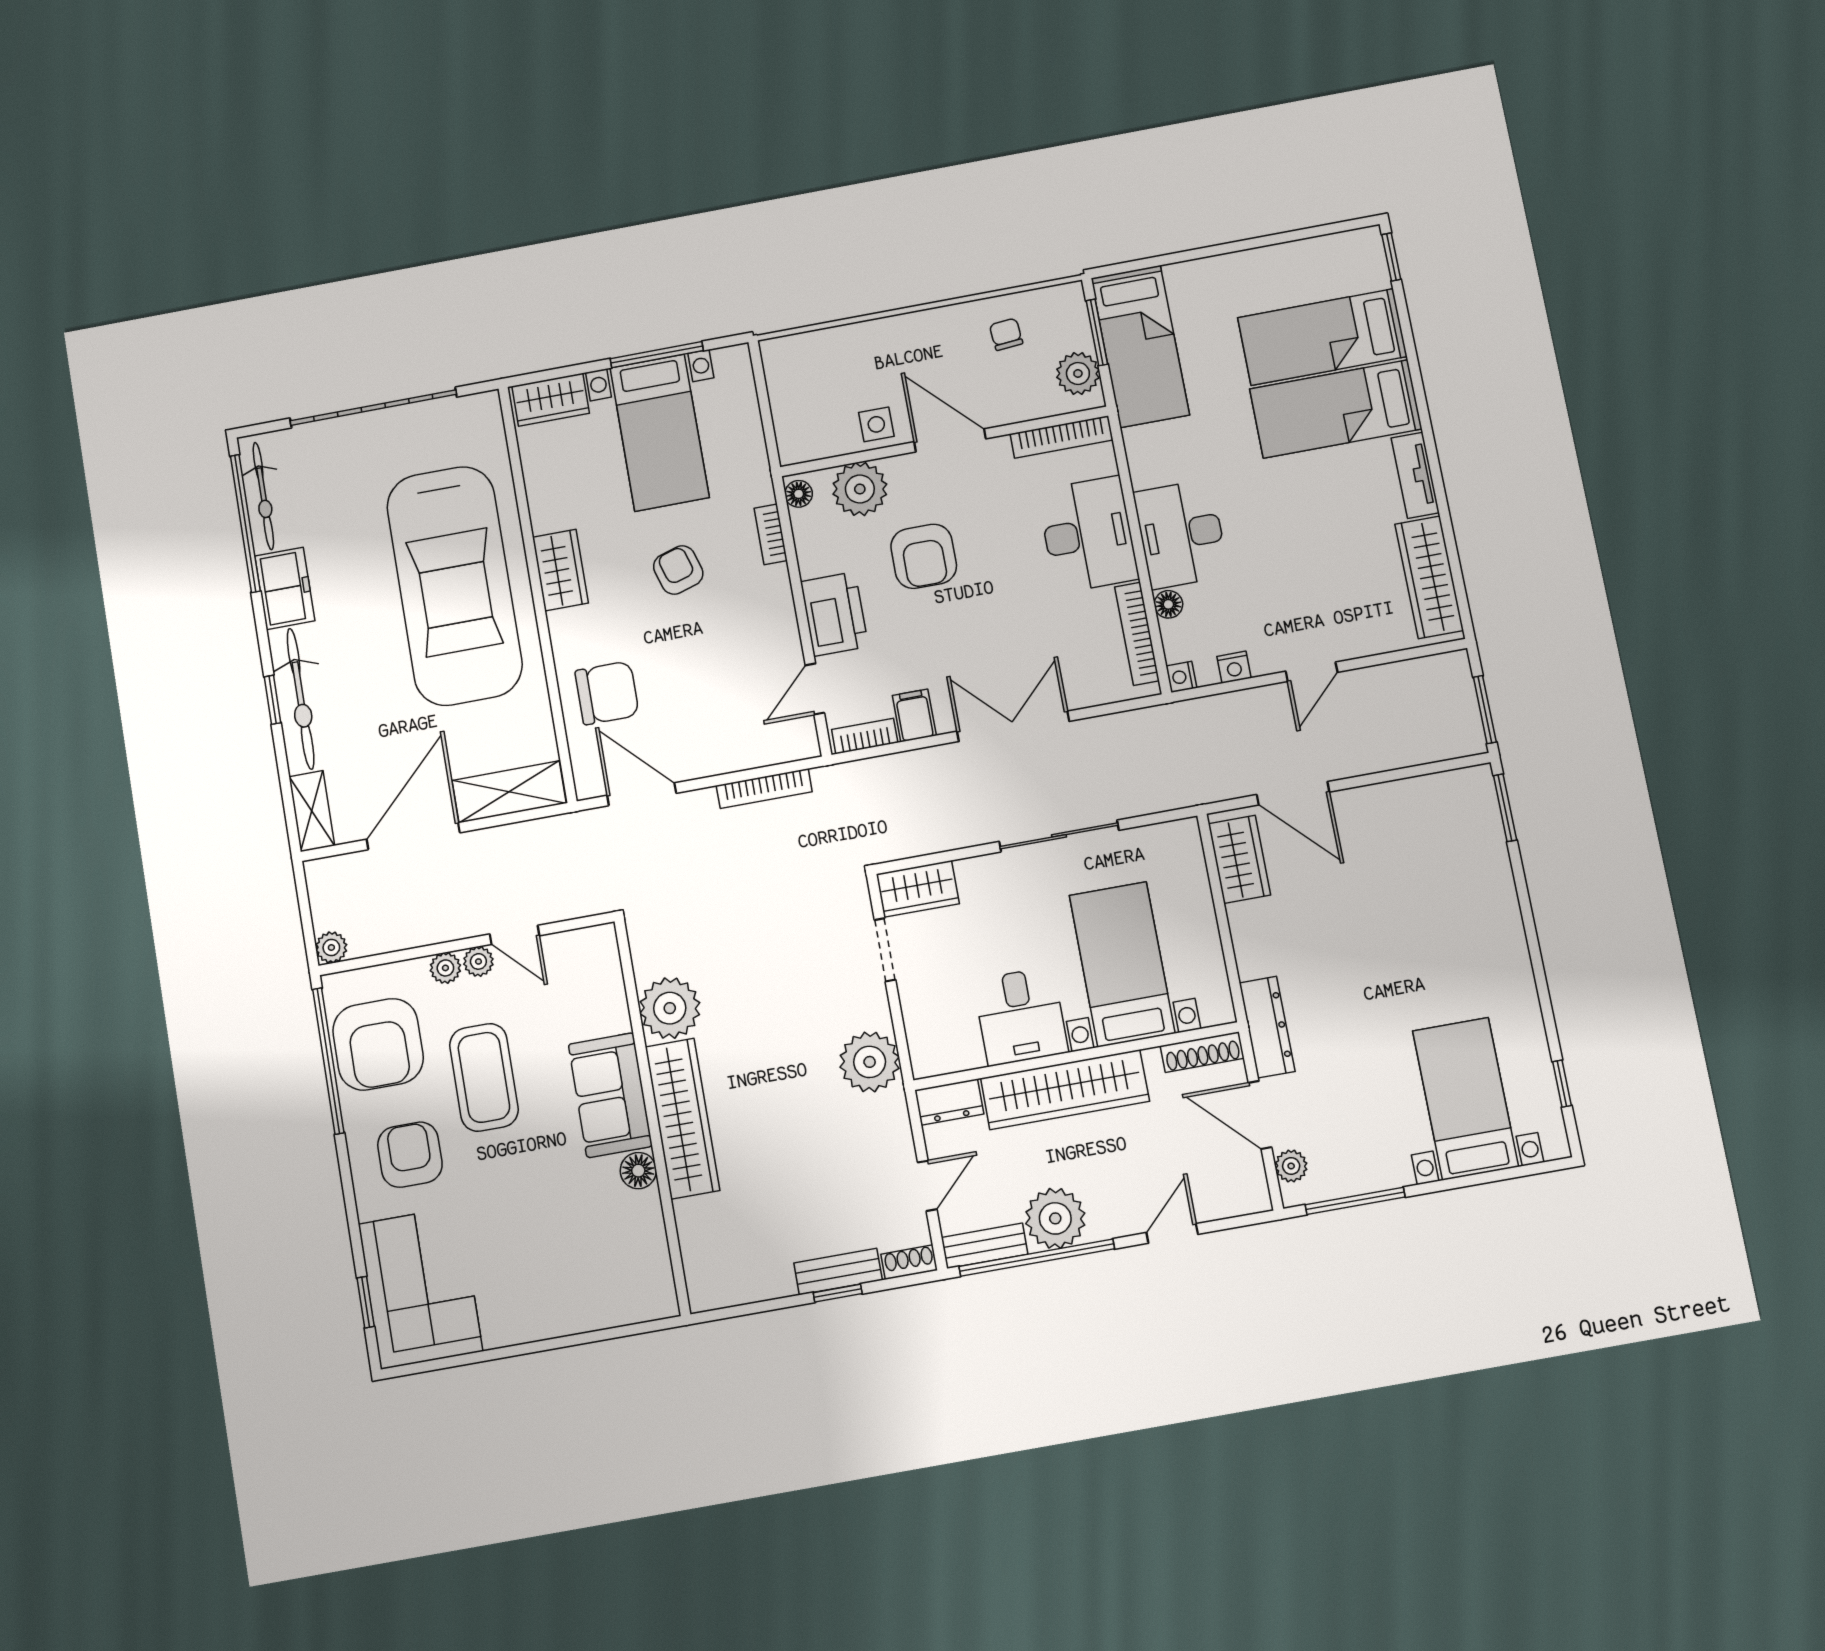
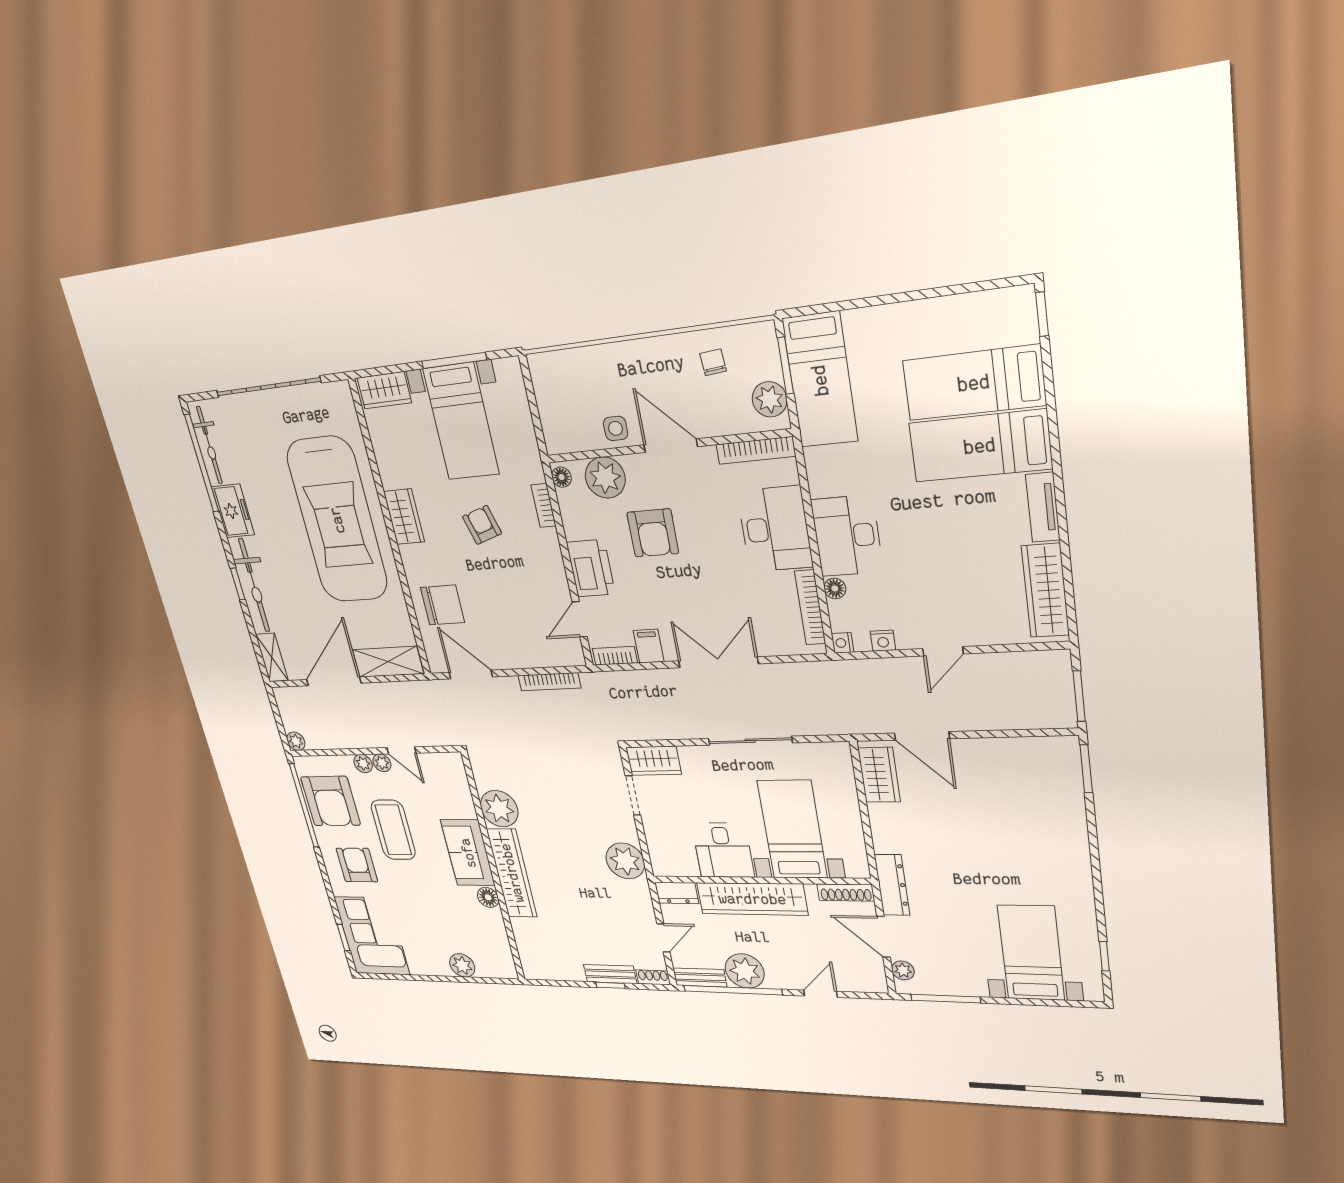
plant: (581, 1311) -> (462, 965), added

